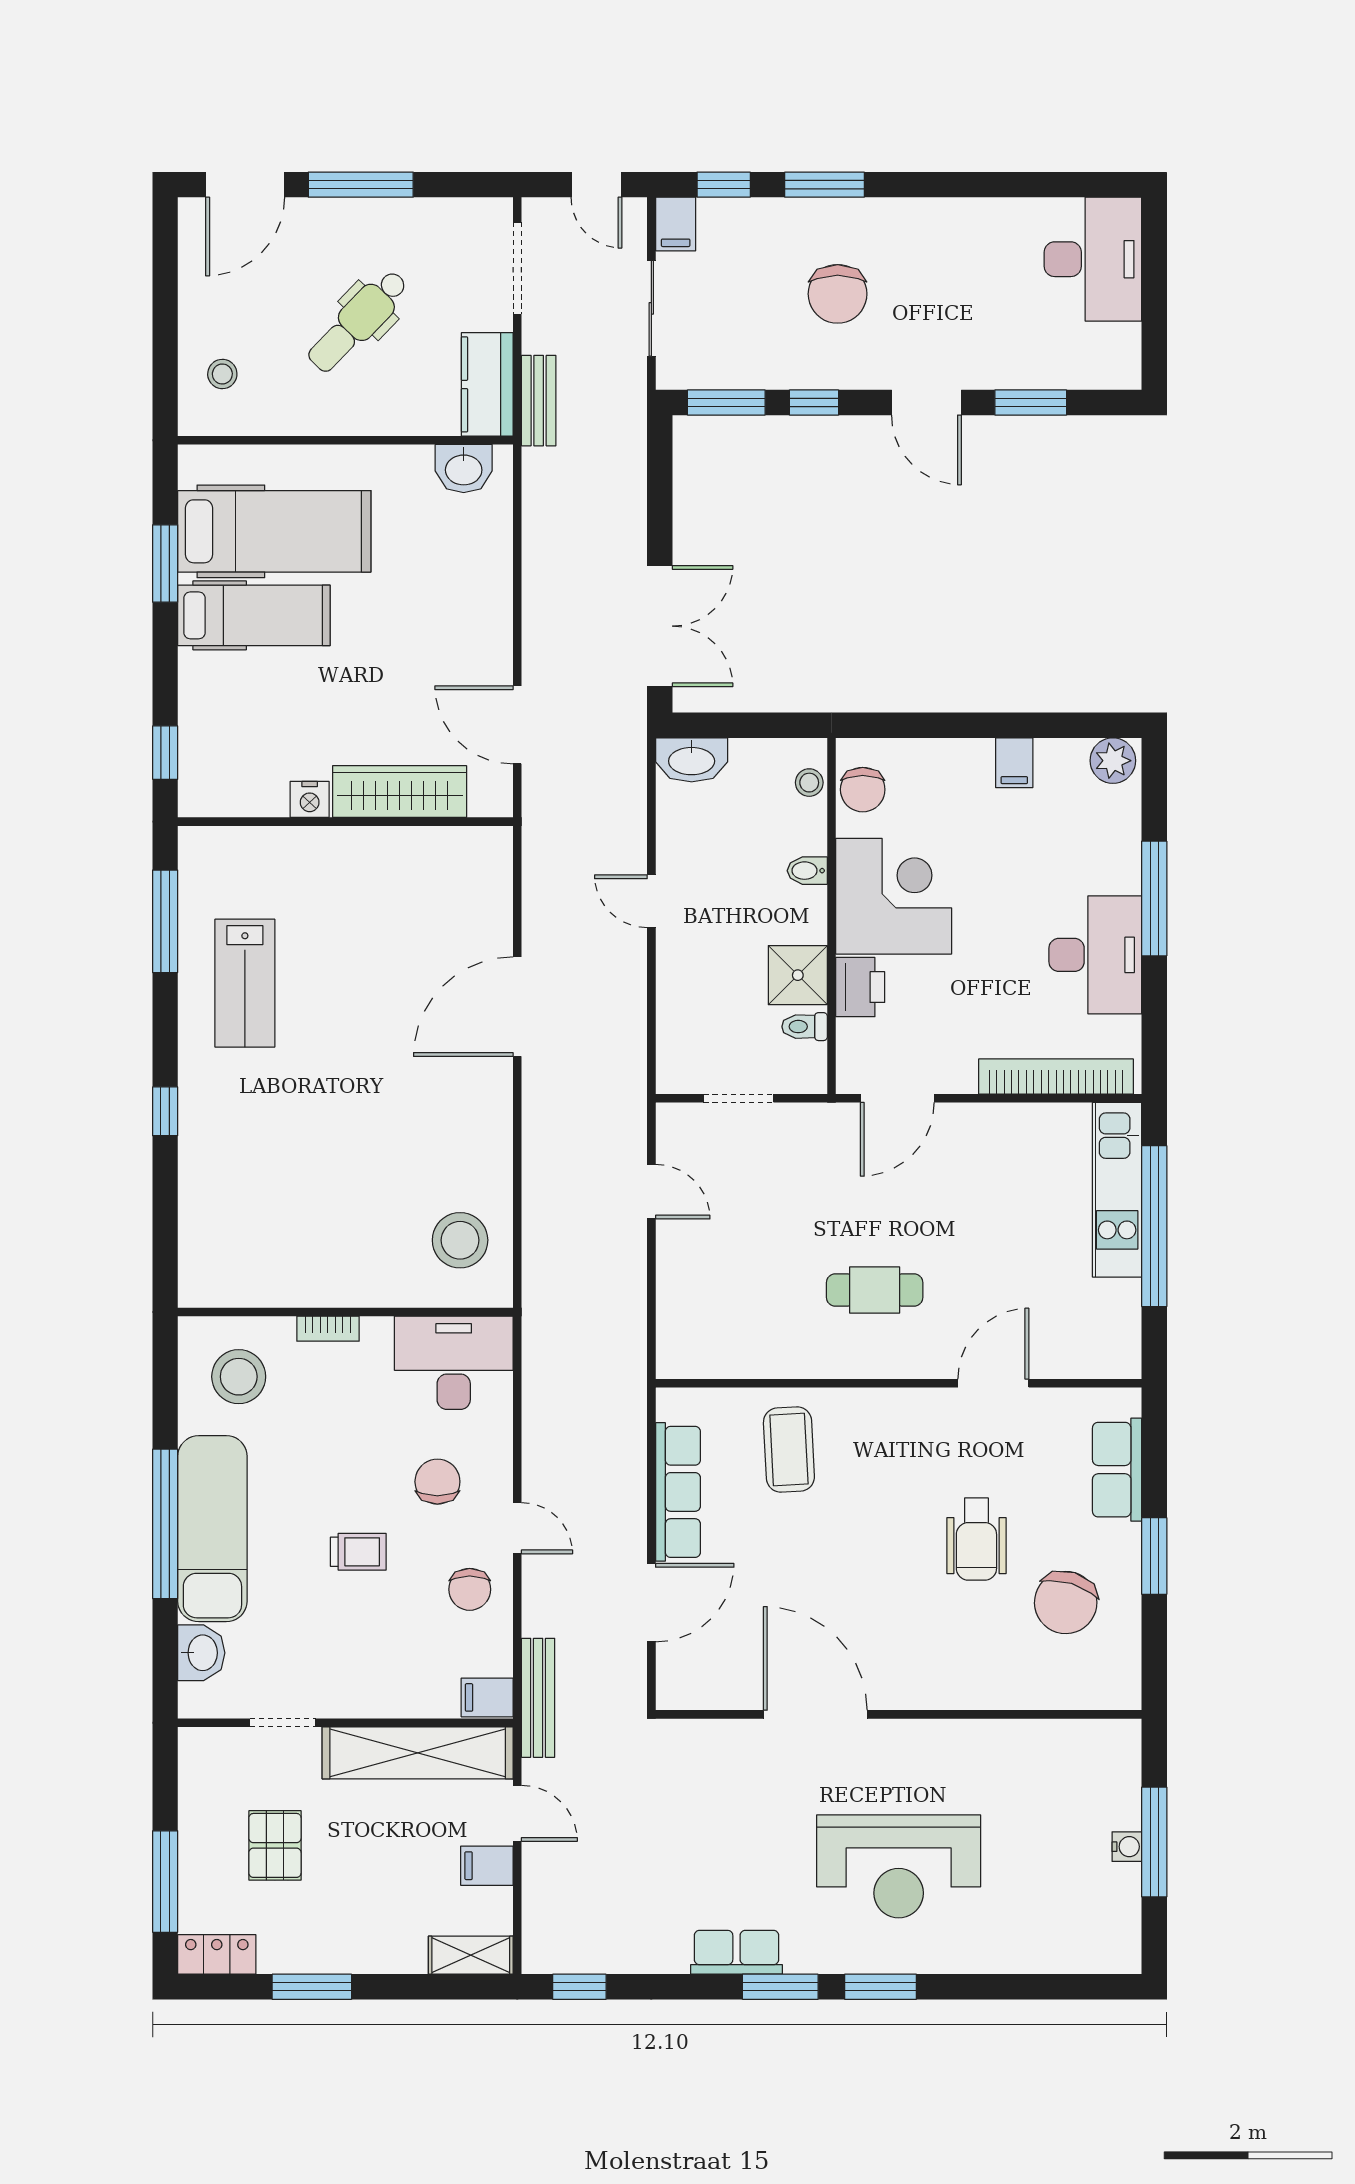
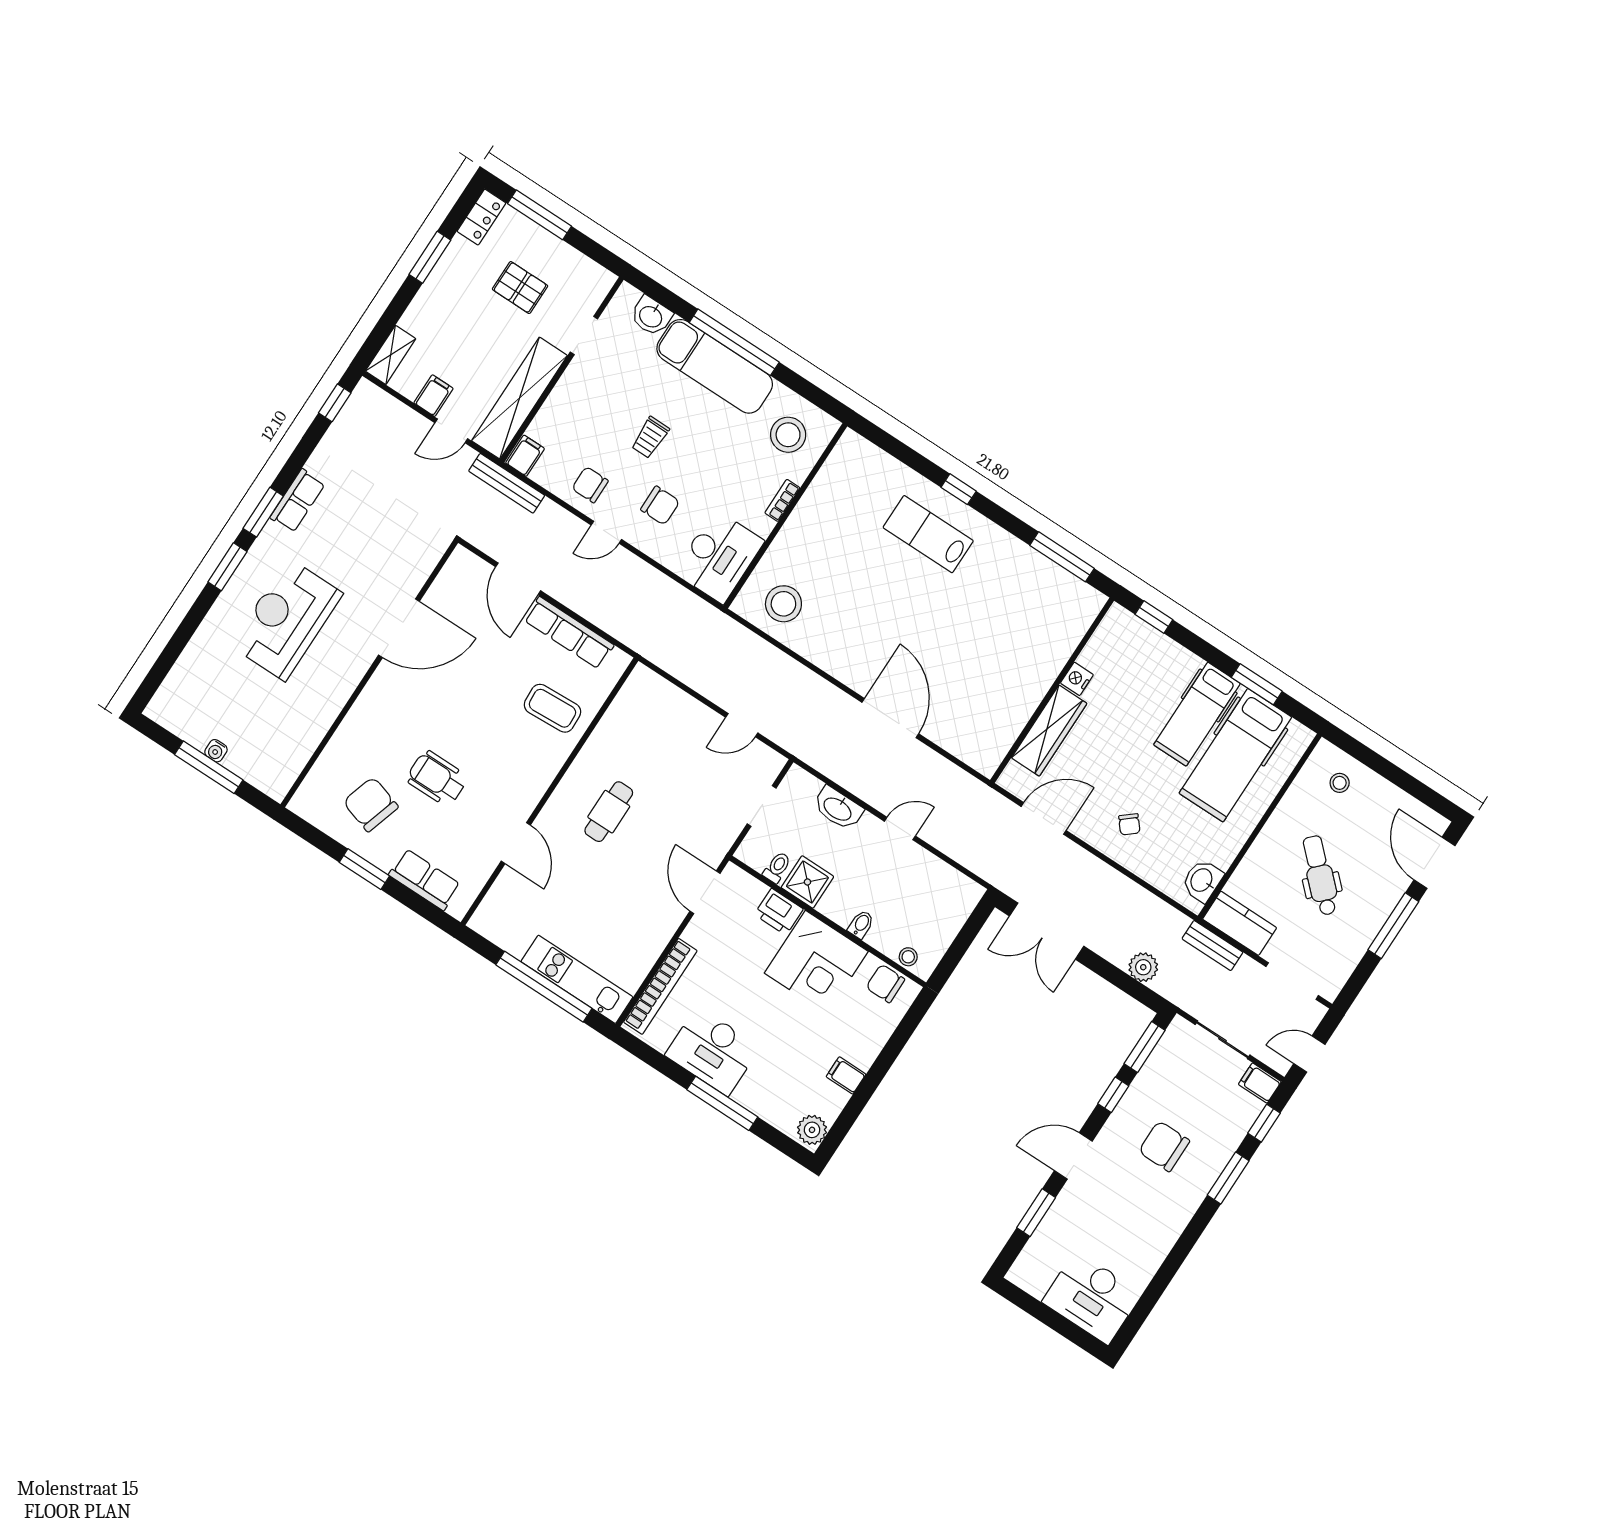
plant: (625, 471) -> (1143, 967), added
chair: (453, 610) -> (1129, 824), added
washbasin: (692, 760) -> (838, 808), moved, turned -90
lab bench: (245, 983) -> (928, 534), moved

